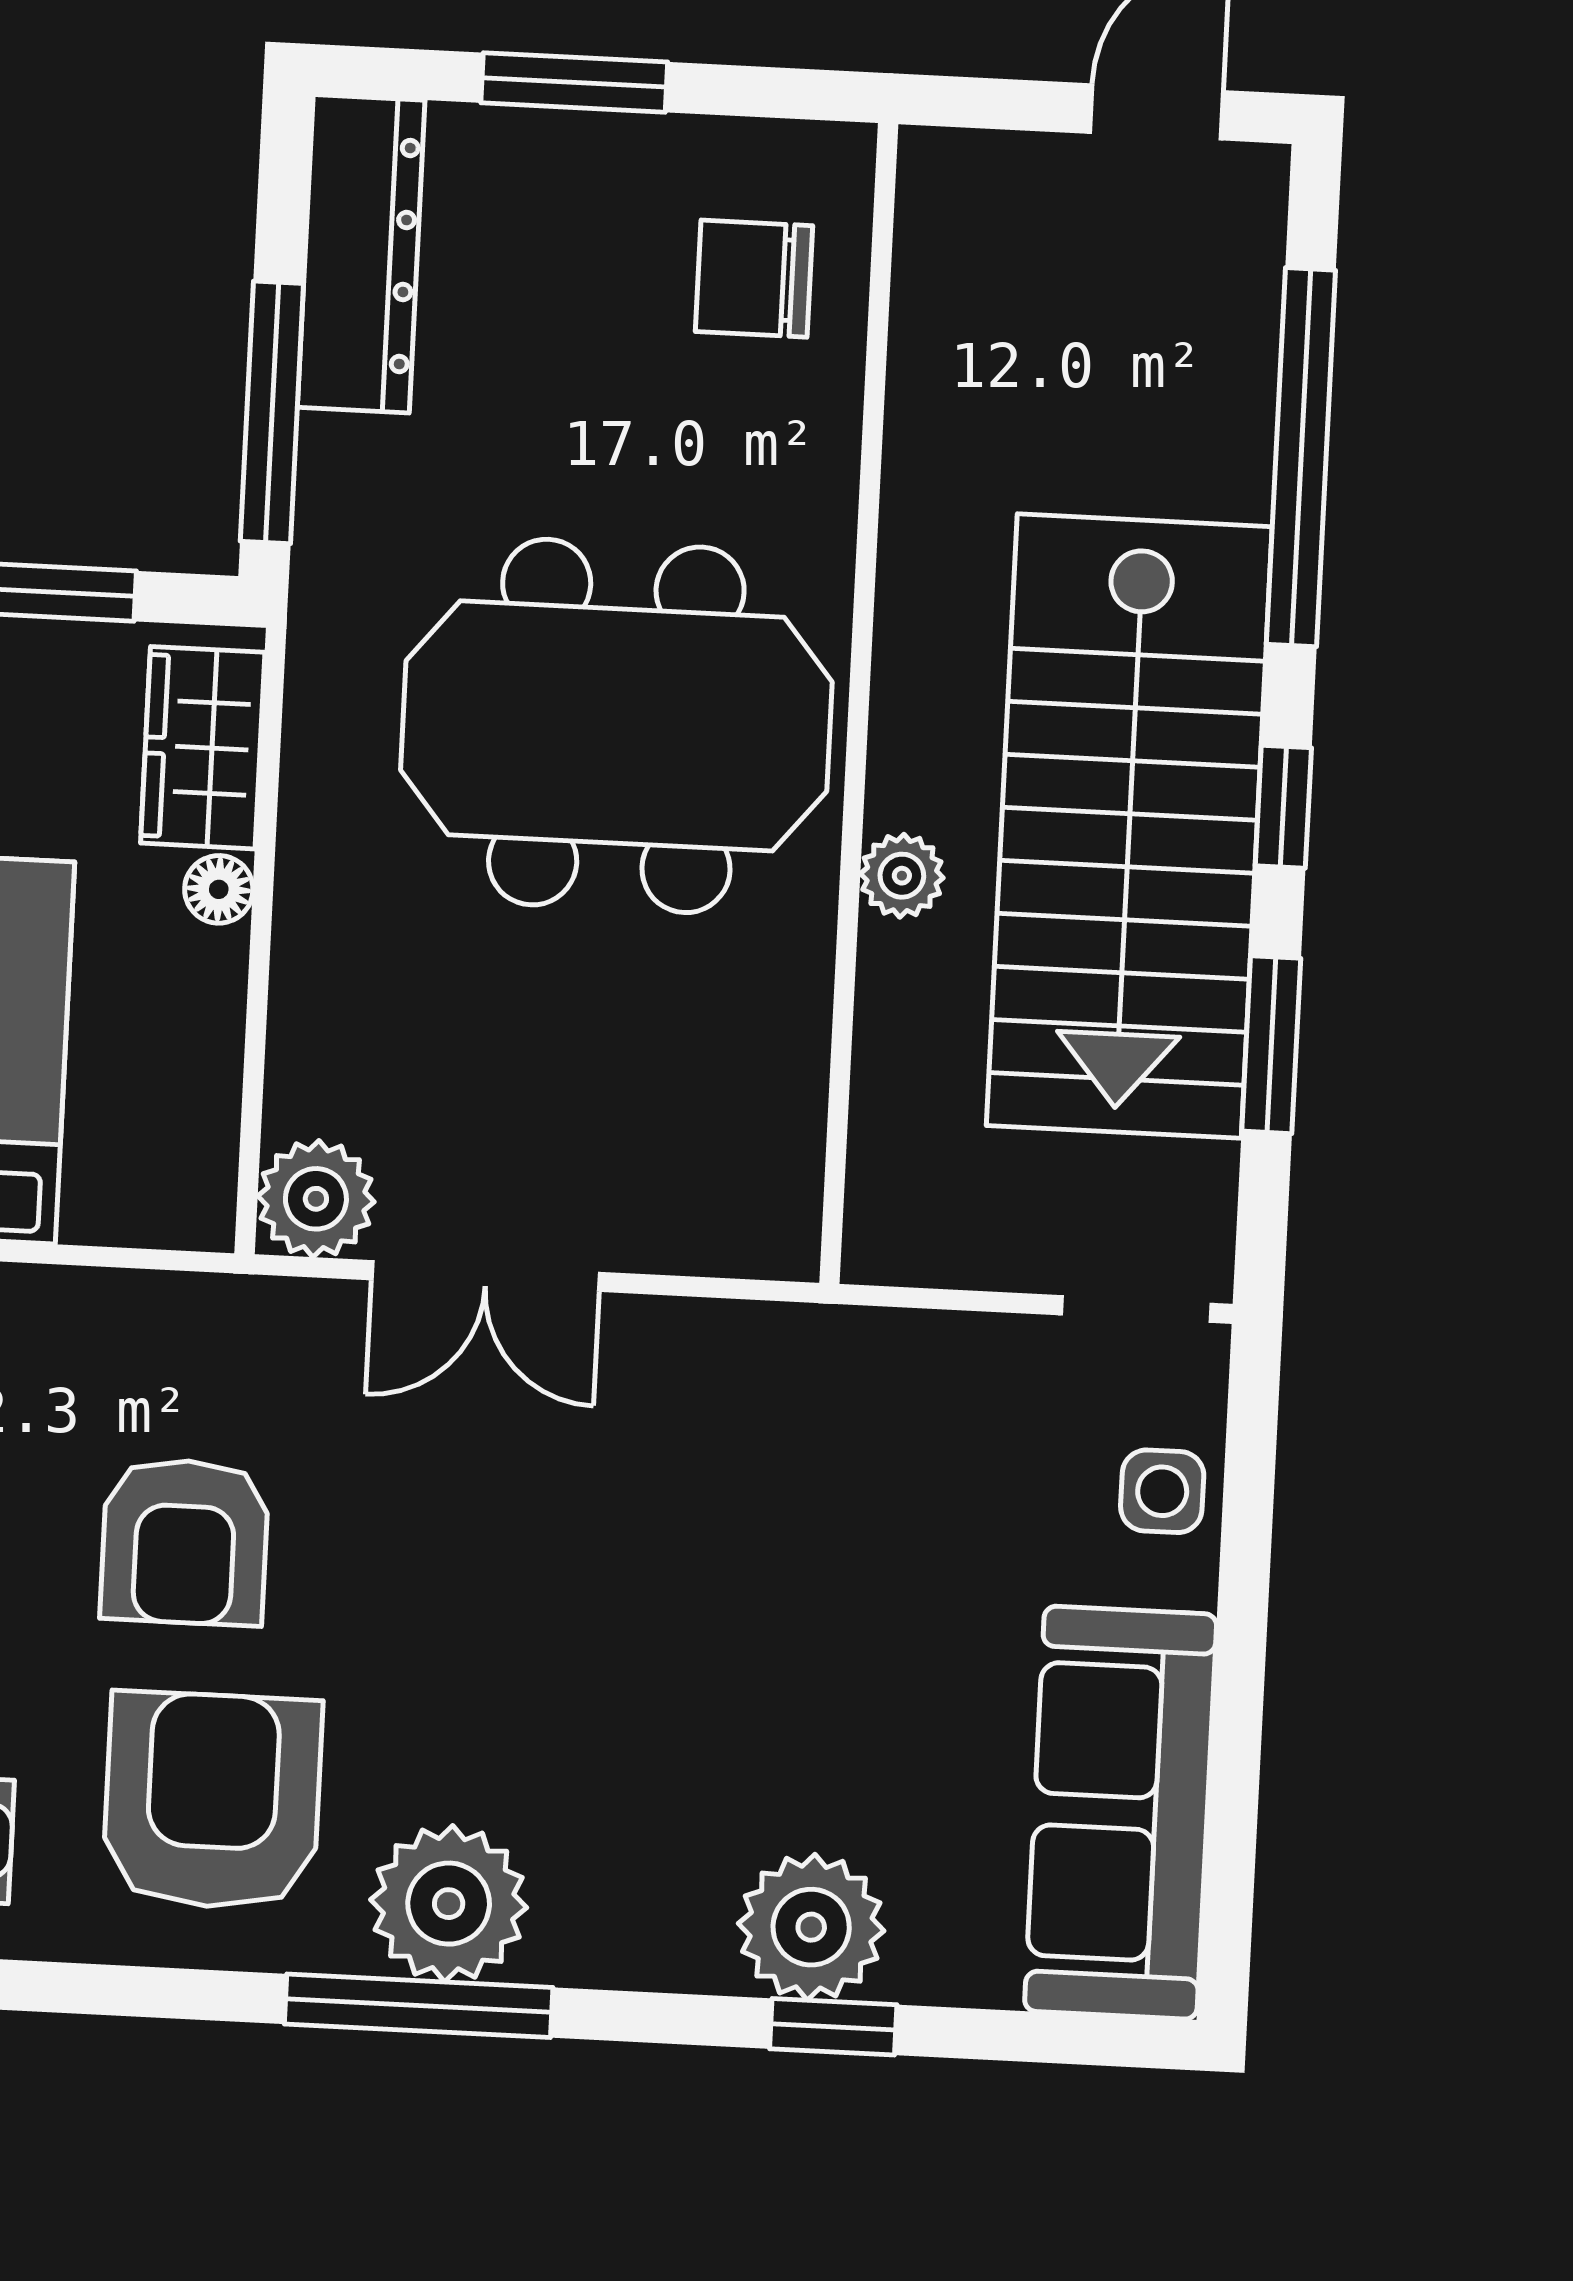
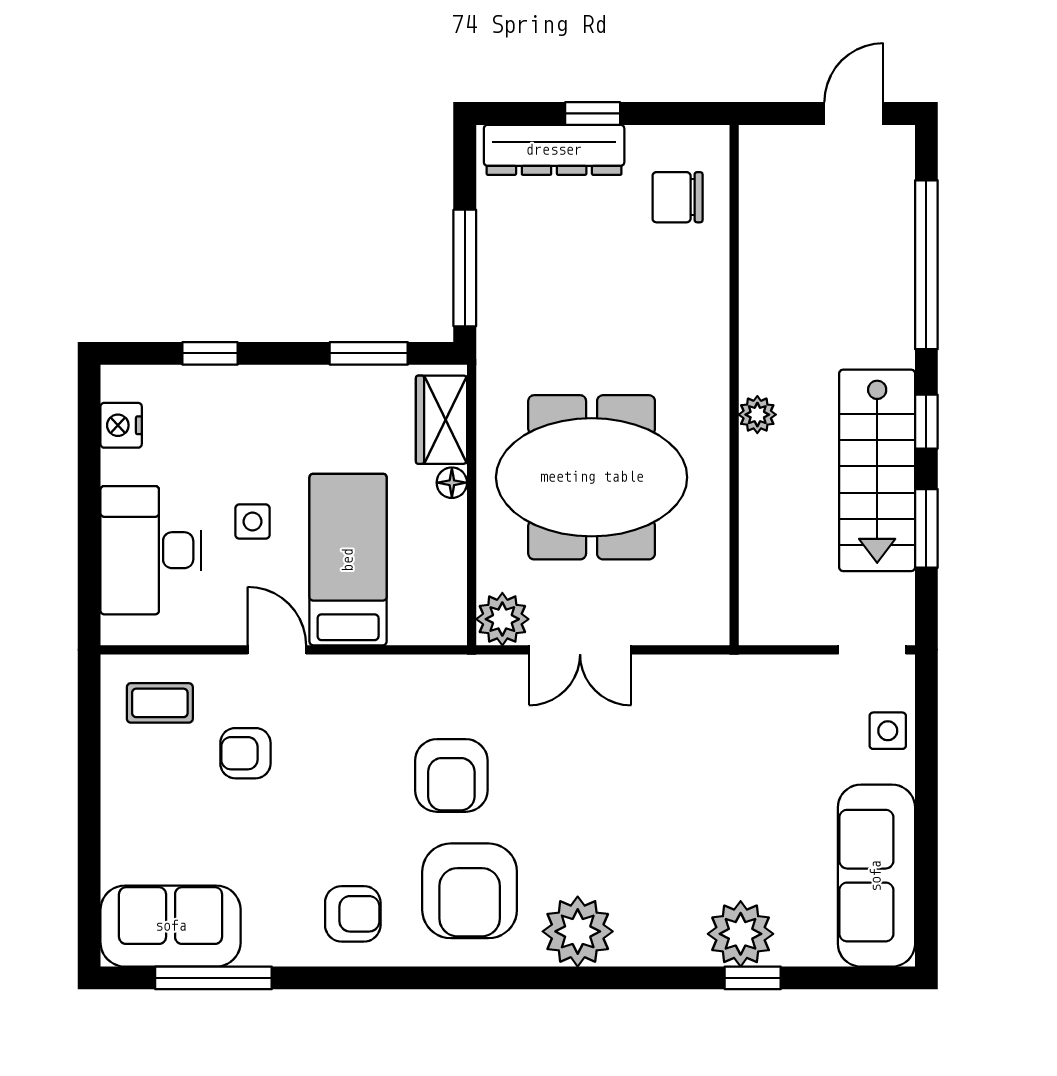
window: (574, 82) -> (593, 113), width x0.67
dresser: (361, 254) -> (554, 150), moved, turned 90
meeting table: (616, 726) -> (592, 477), moved
stairs: (1129, 826) -> (877, 470), width x0.73, depth x0.66
plant: (902, 876) -> (757, 415), moved
armchair: (212, 1801) -> (470, 891), turned 180
window: (419, 2006) -> (567, 978), removed

